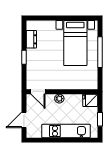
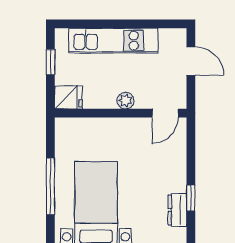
window: (24, 57) -> (191, 198), moved
door: (38, 92) -> (165, 113), swing flipped
door: (24, 120) -> (191, 61), hinge flipped

